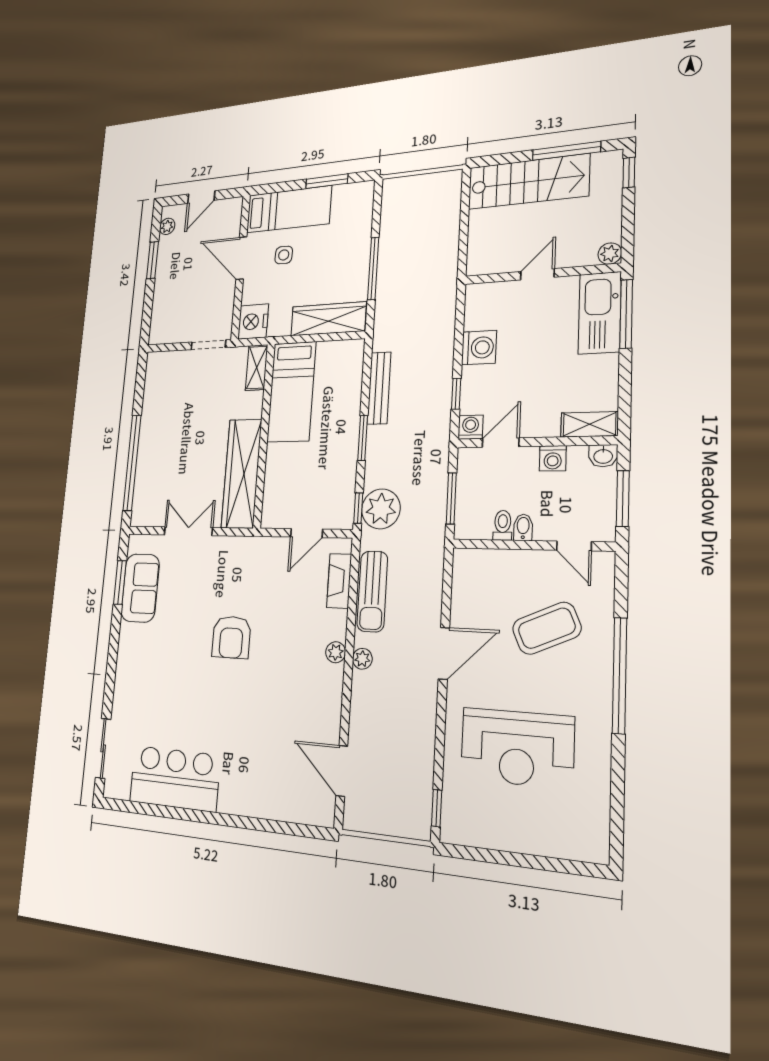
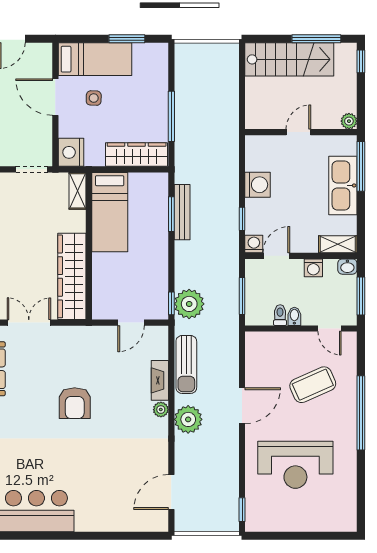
kitchen sink: (600, 313) -> (343, 185), moved
window: (363, 438) -> (171, 214), moved
fireplace: (339, 581) -> (160, 380), moved
plant: (362, 659) -> (188, 419), width x1.88, depth x1.88
door: (342, 771) -> (171, 492), hinge flipped

